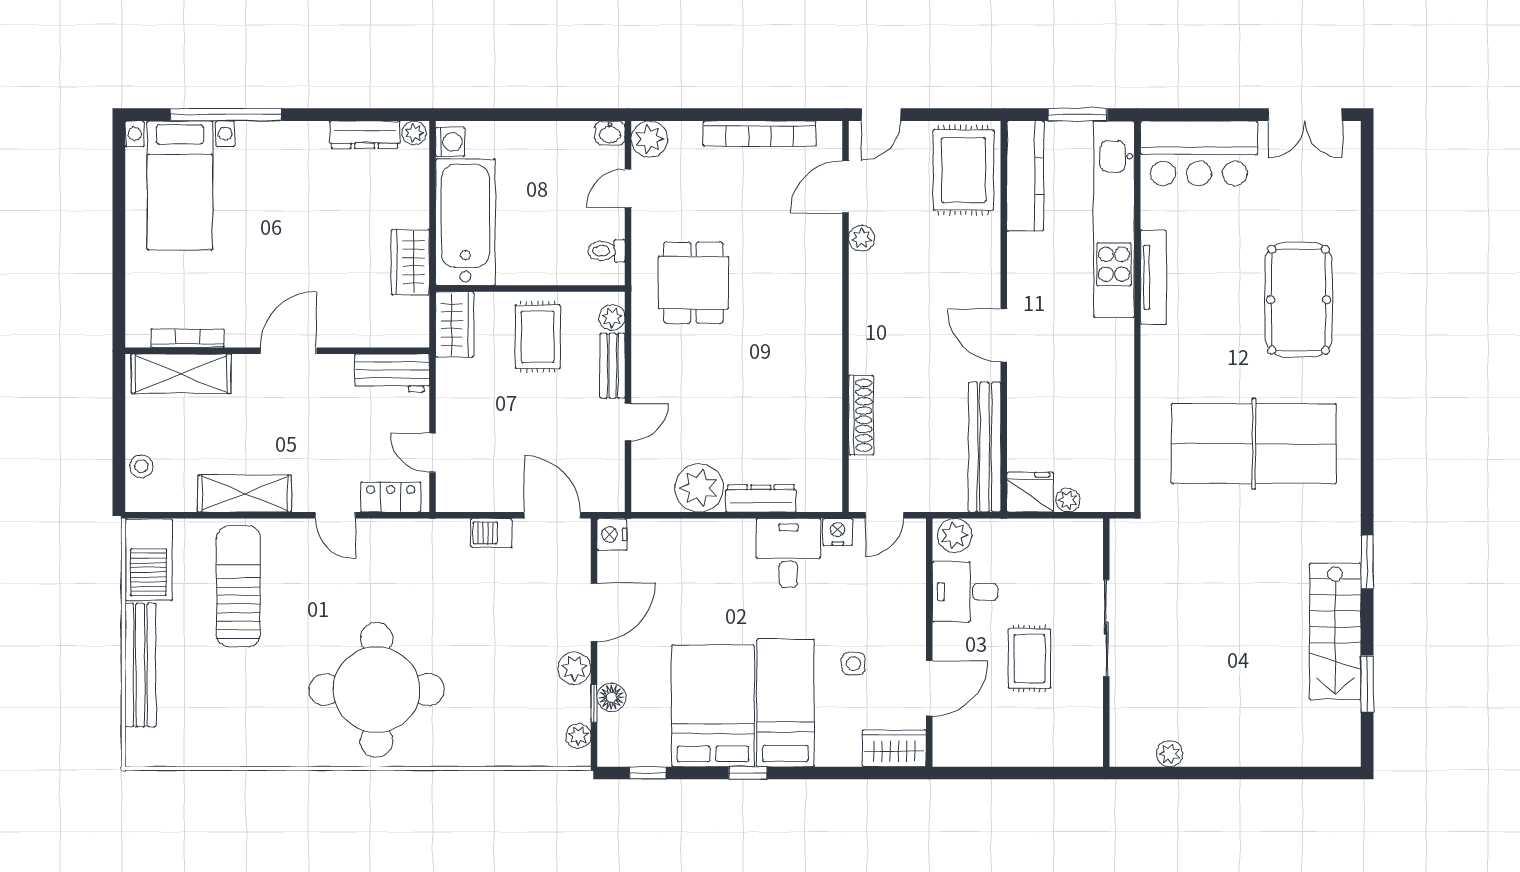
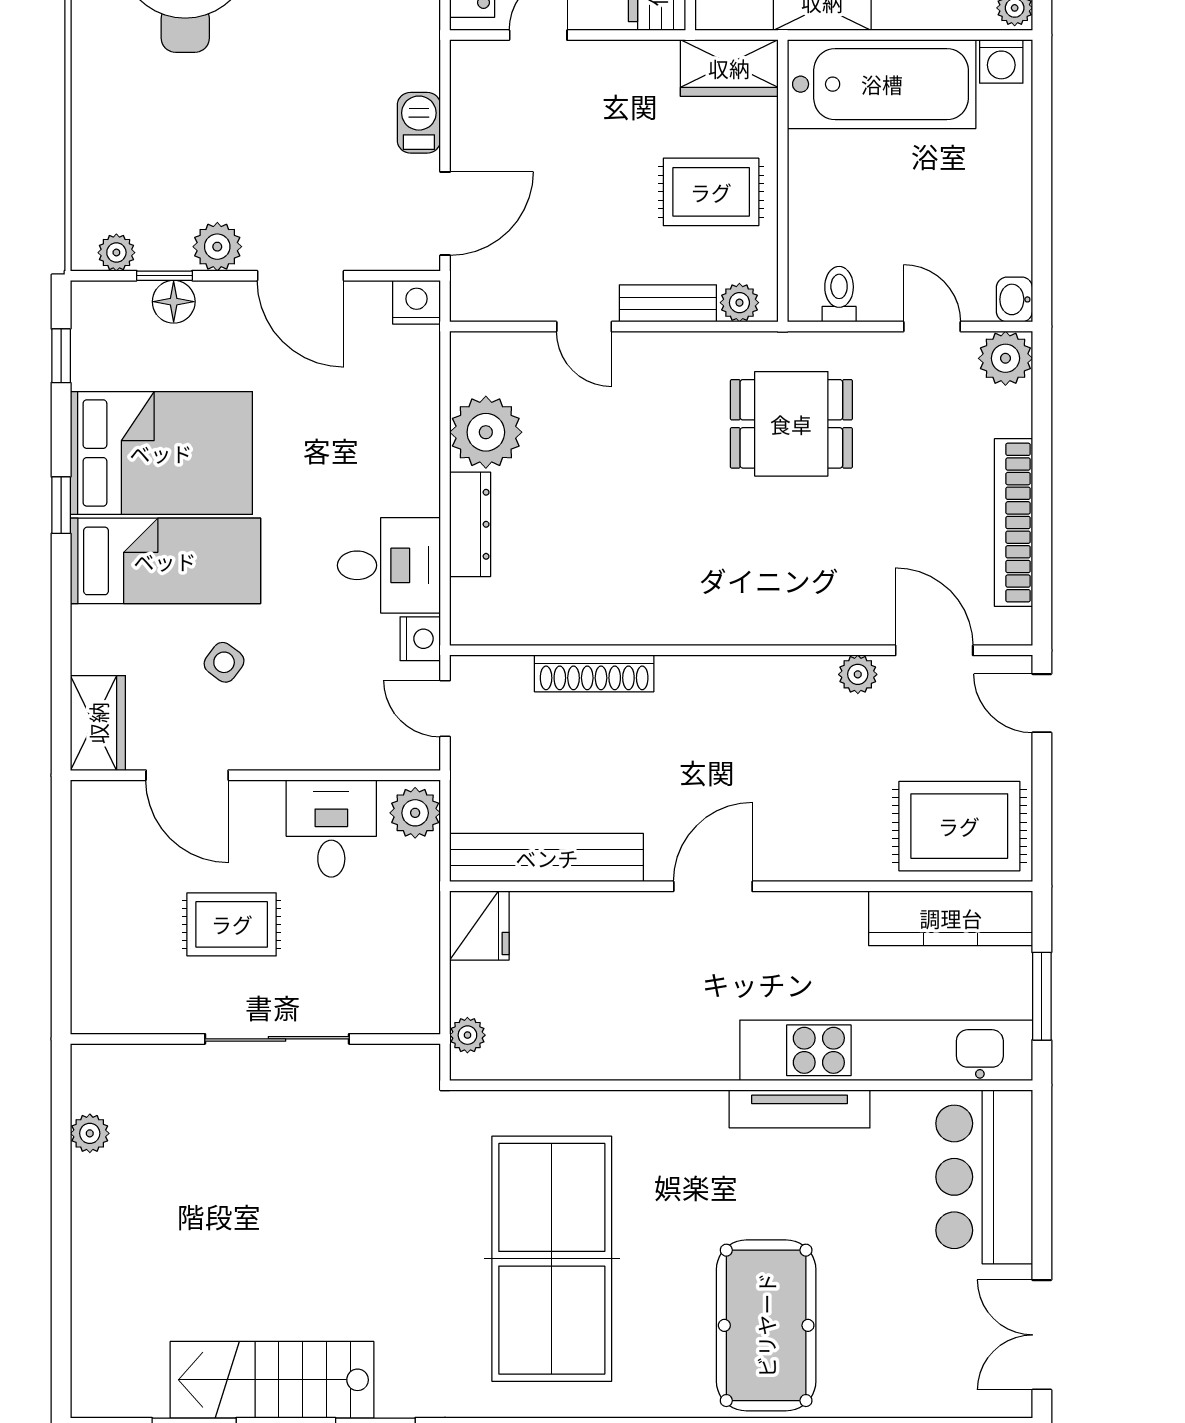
pool table: (1299, 300) -> (766, 1325), turned 90
plant: (1068, 500) -> (467, 1035), moved
side table: (853, 664) -> (224, 662), turned 37

